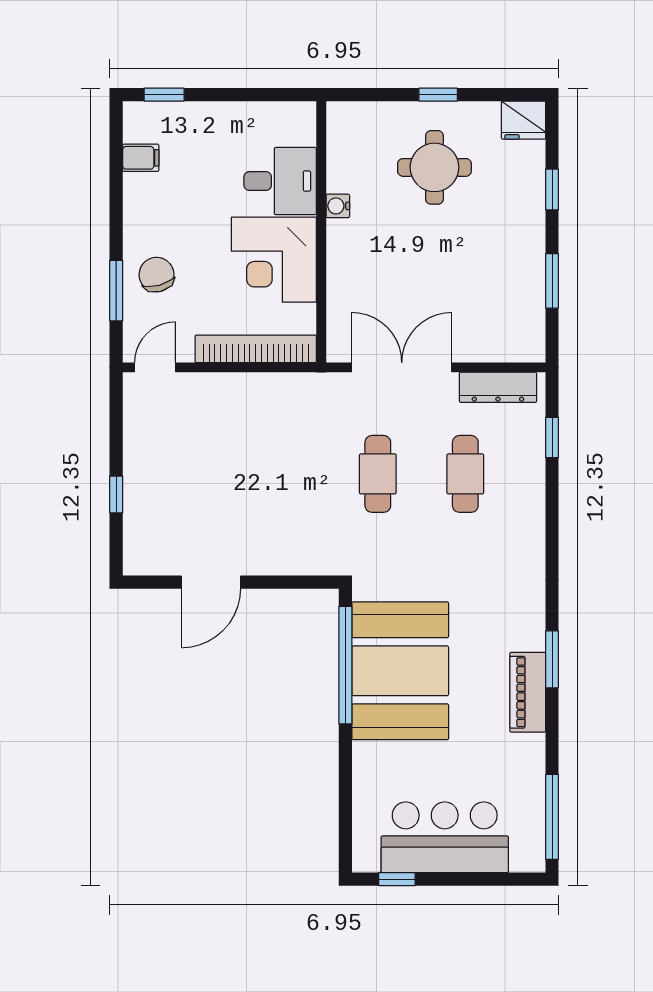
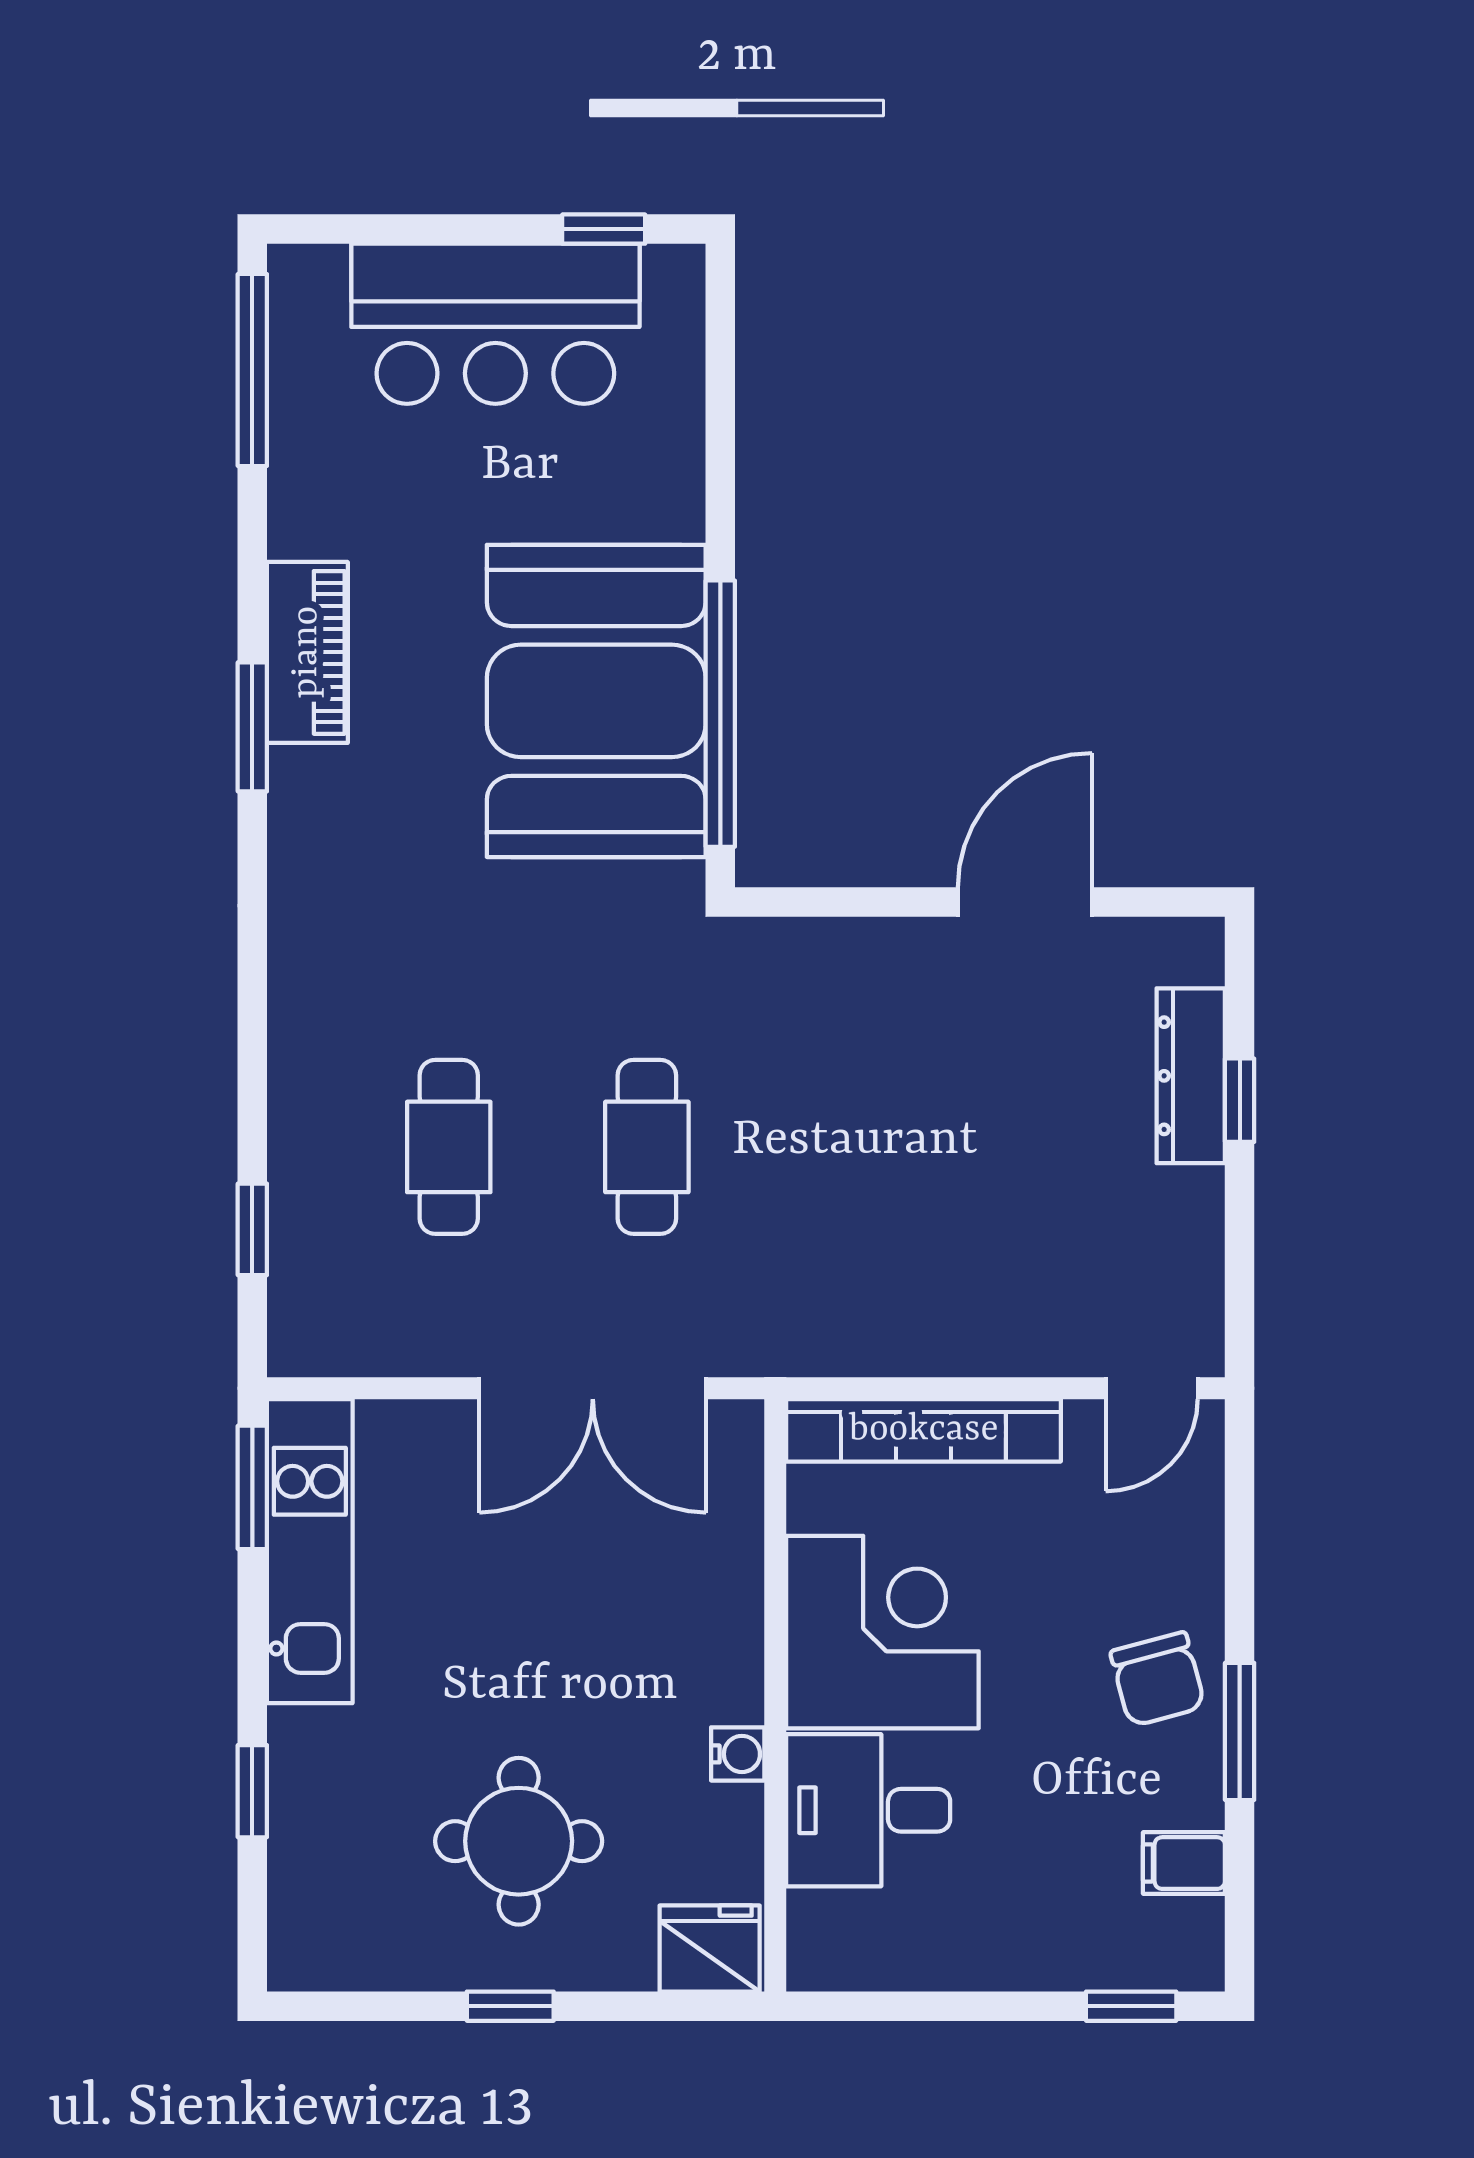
fridge: (523, 120) -> (710, 1948), moved
chair: (156, 275) -> (1158, 1679), moved
window: (552, 281) -> (252, 1487), moved
window: (116, 291) -> (1240, 1731), moved
kitchen unit: (527, 295) -> (310, 1551), added
dresser: (498, 387) -> (1191, 1076), moved, turned -90

